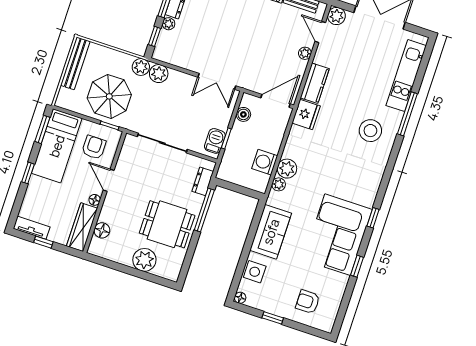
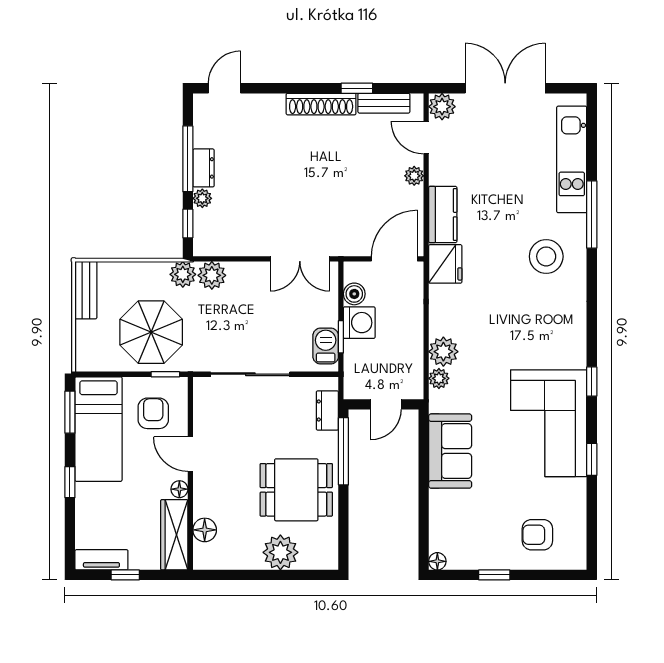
bench: (75, 63) -> (86, 290), width x0.73
washing machine: (265, 162) -> (359, 323), moved, turned 180
door: (240, 190) -> (386, 404), added
side table: (255, 272) -> (446, 517), removed

